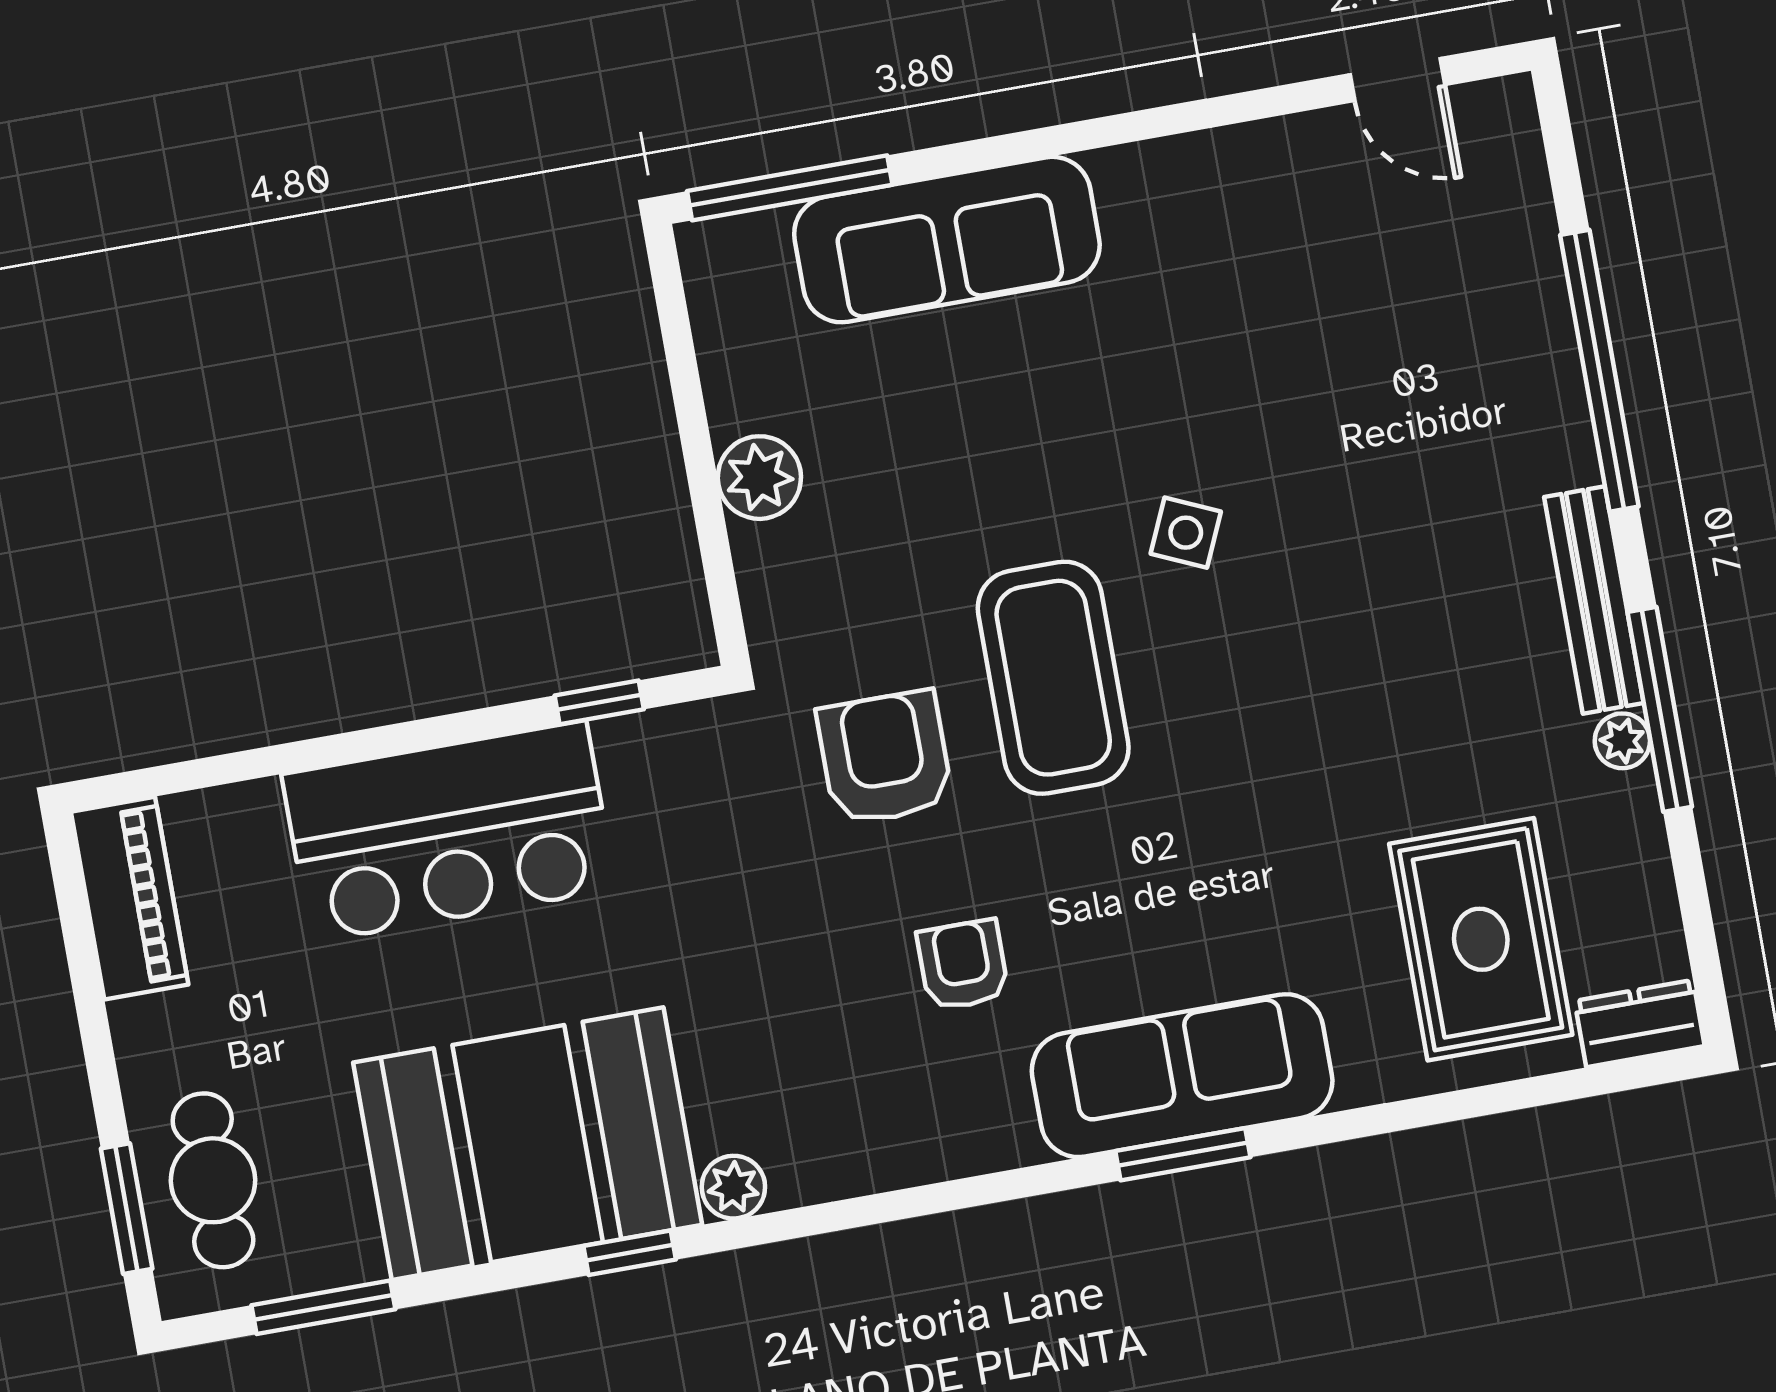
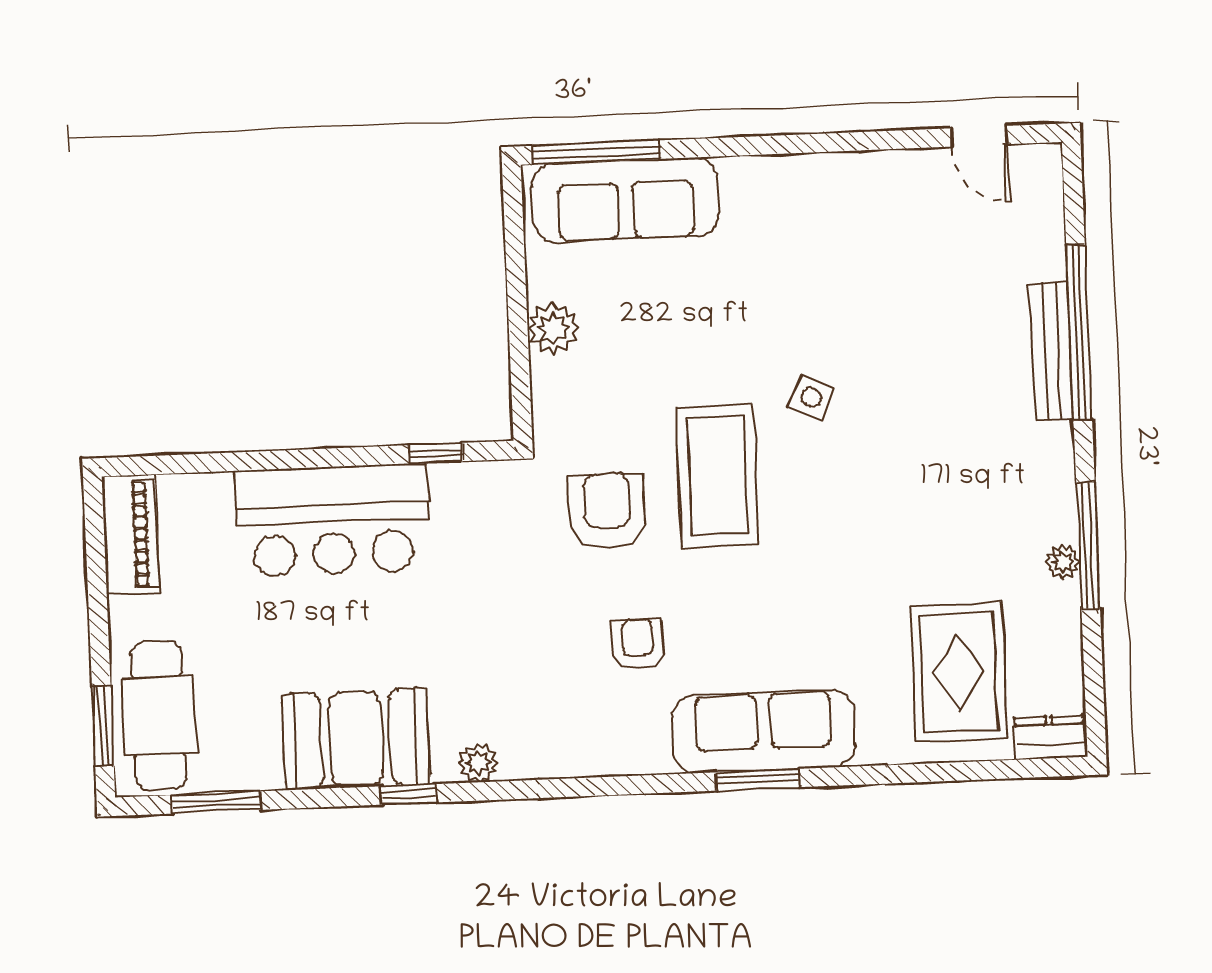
sofa: (947, 240) -> (625, 200), moved
bench: (1594, 600) -> (1052, 351), moved
booth: (528, 1144) -> (356, 739), width x0.73, depth x0.70
cafe table: (213, 1180) -> (158, 715), width x1.37, depth x1.35

